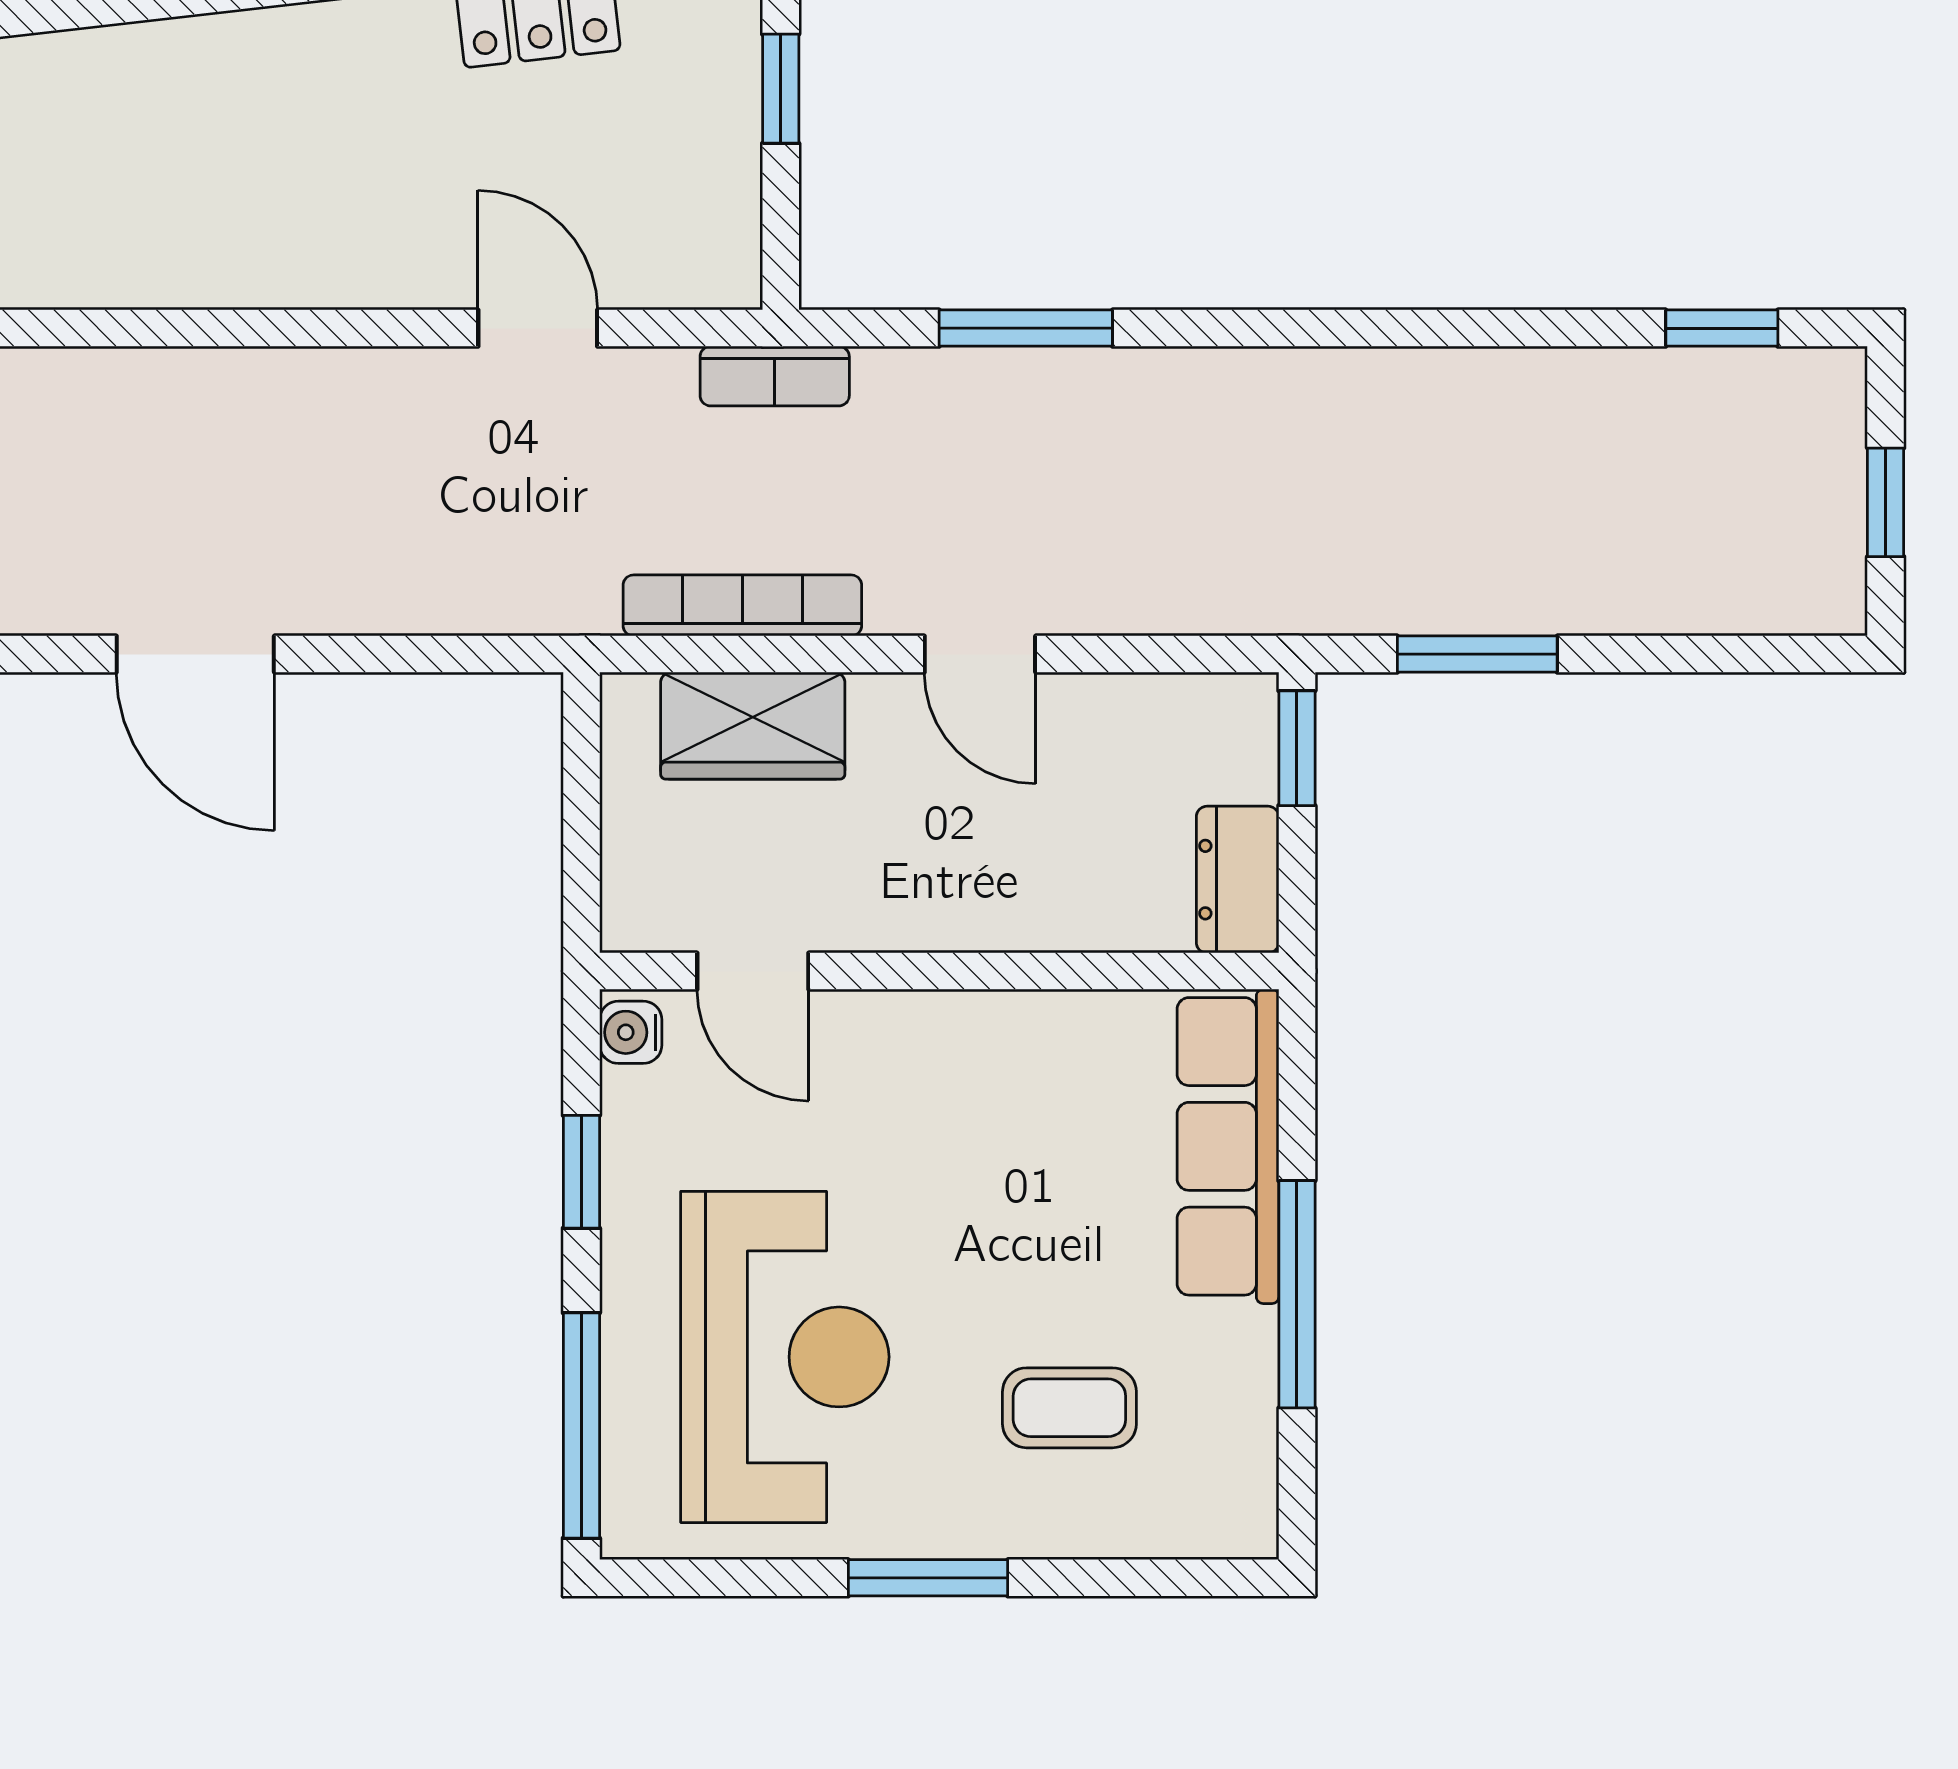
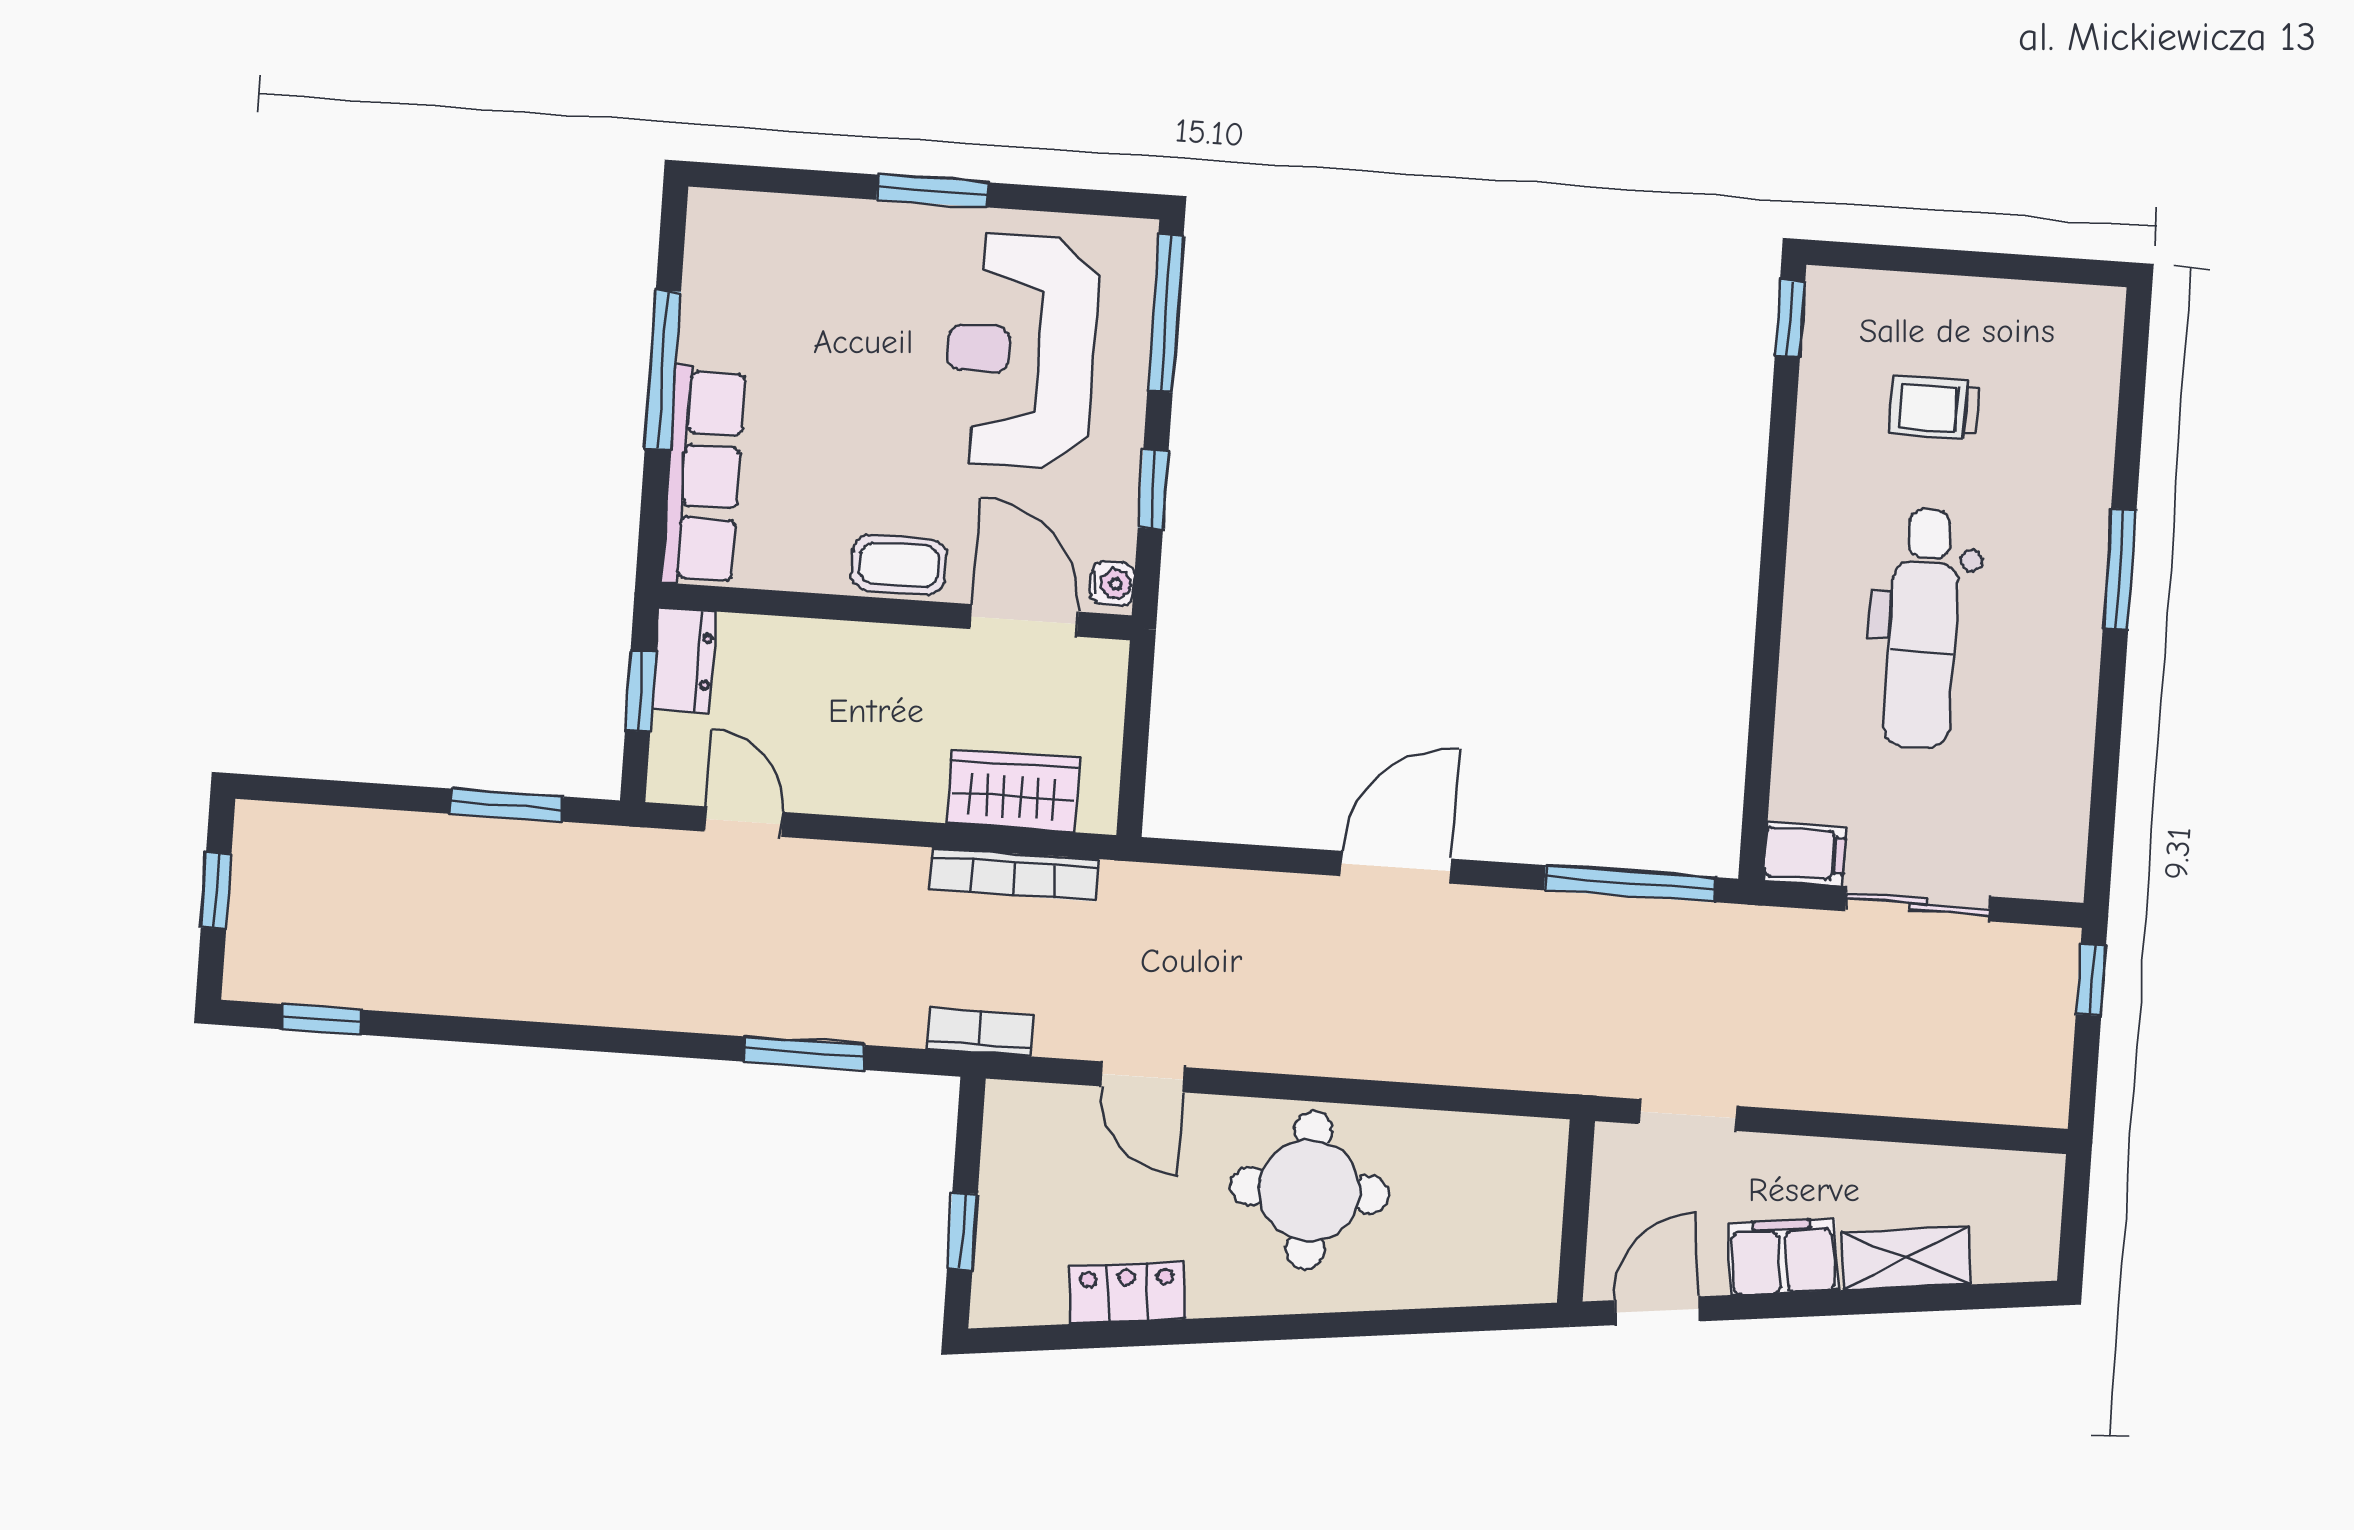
round table: (287, 182) -> (1309, 1190), added
door: (195, 654) -> (1396, 867), hinge flipped
door: (980, 654) -> (744, 822), moved
window: (1297, 748) -> (640, 691), moved
door: (753, 971) -> (1024, 620), width x1.38
coffee table: (1069, 1408) -> (899, 565), moved

